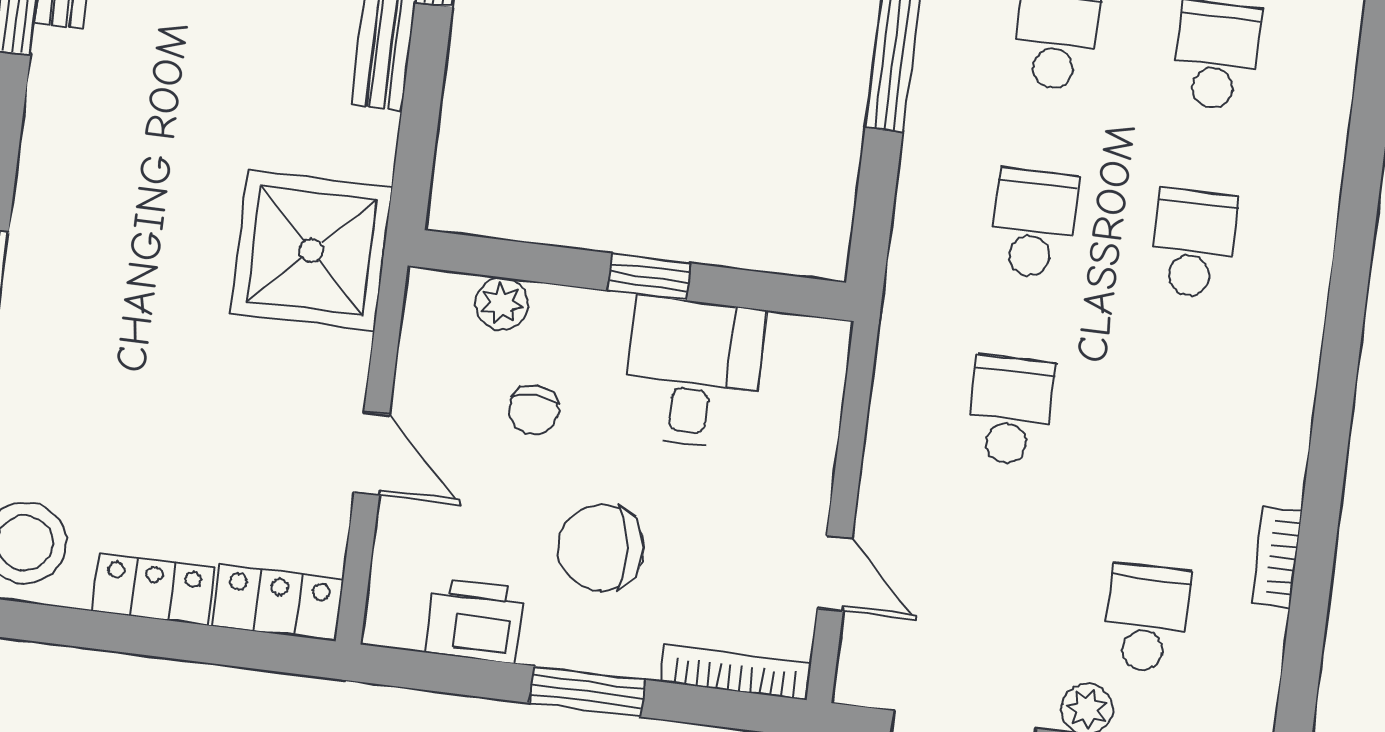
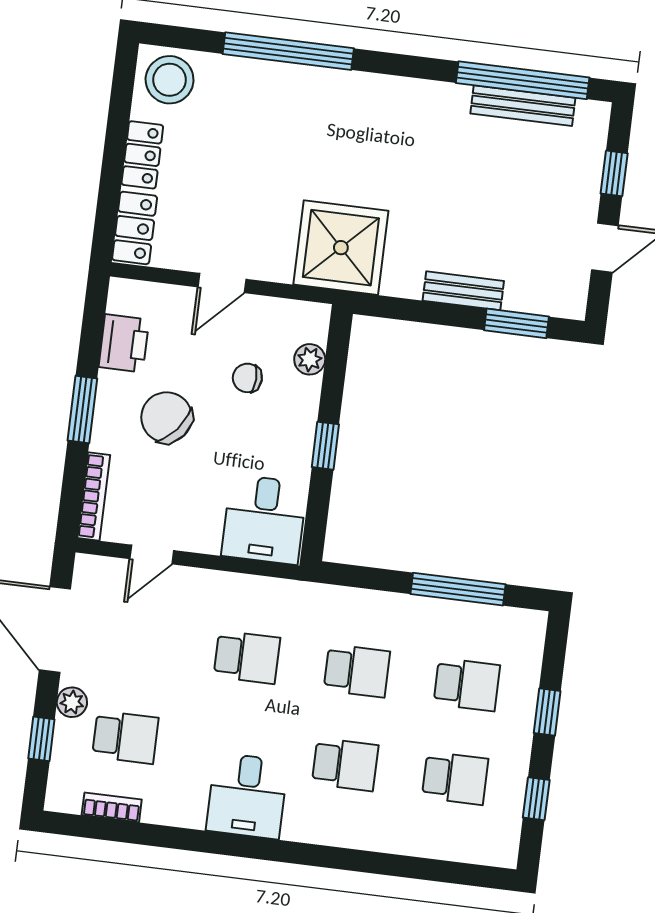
desk: (693, 372) -> (264, 519), moved, turned 90
desk: (1246, 411) -> (247, 796), added
chair: (601, 548) -> (167, 417), turned -44
bookcase: (1277, 557) -> (112, 807), moved

